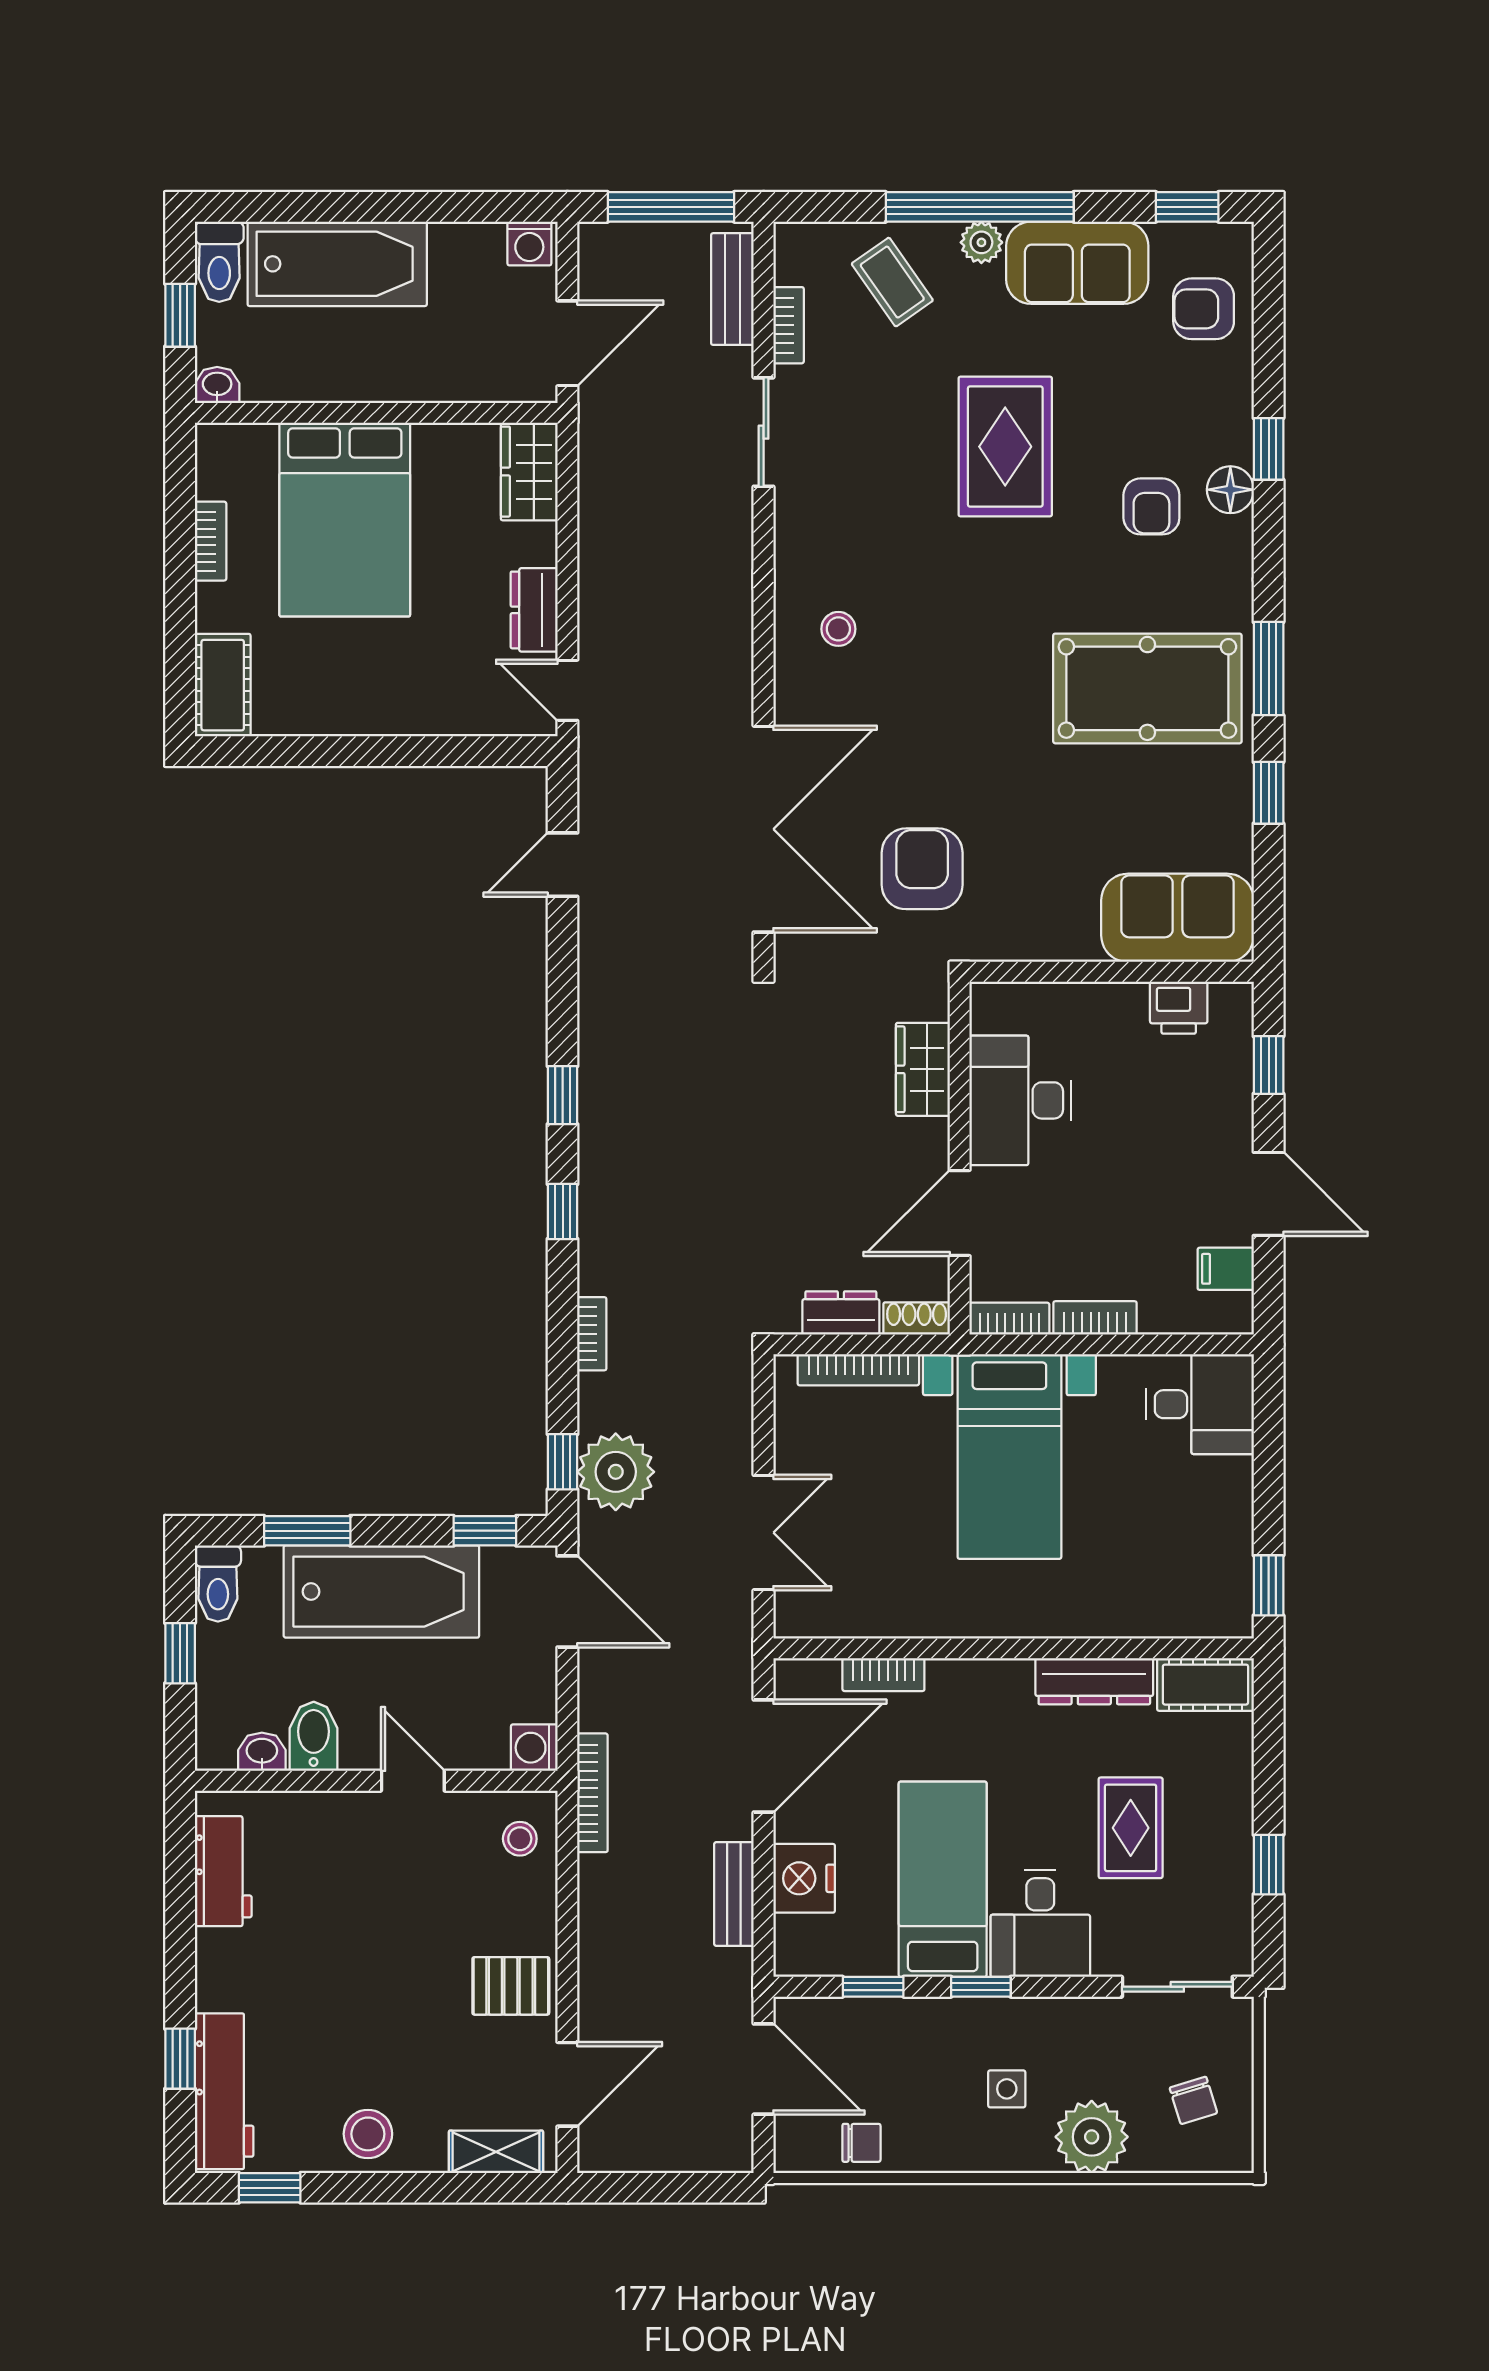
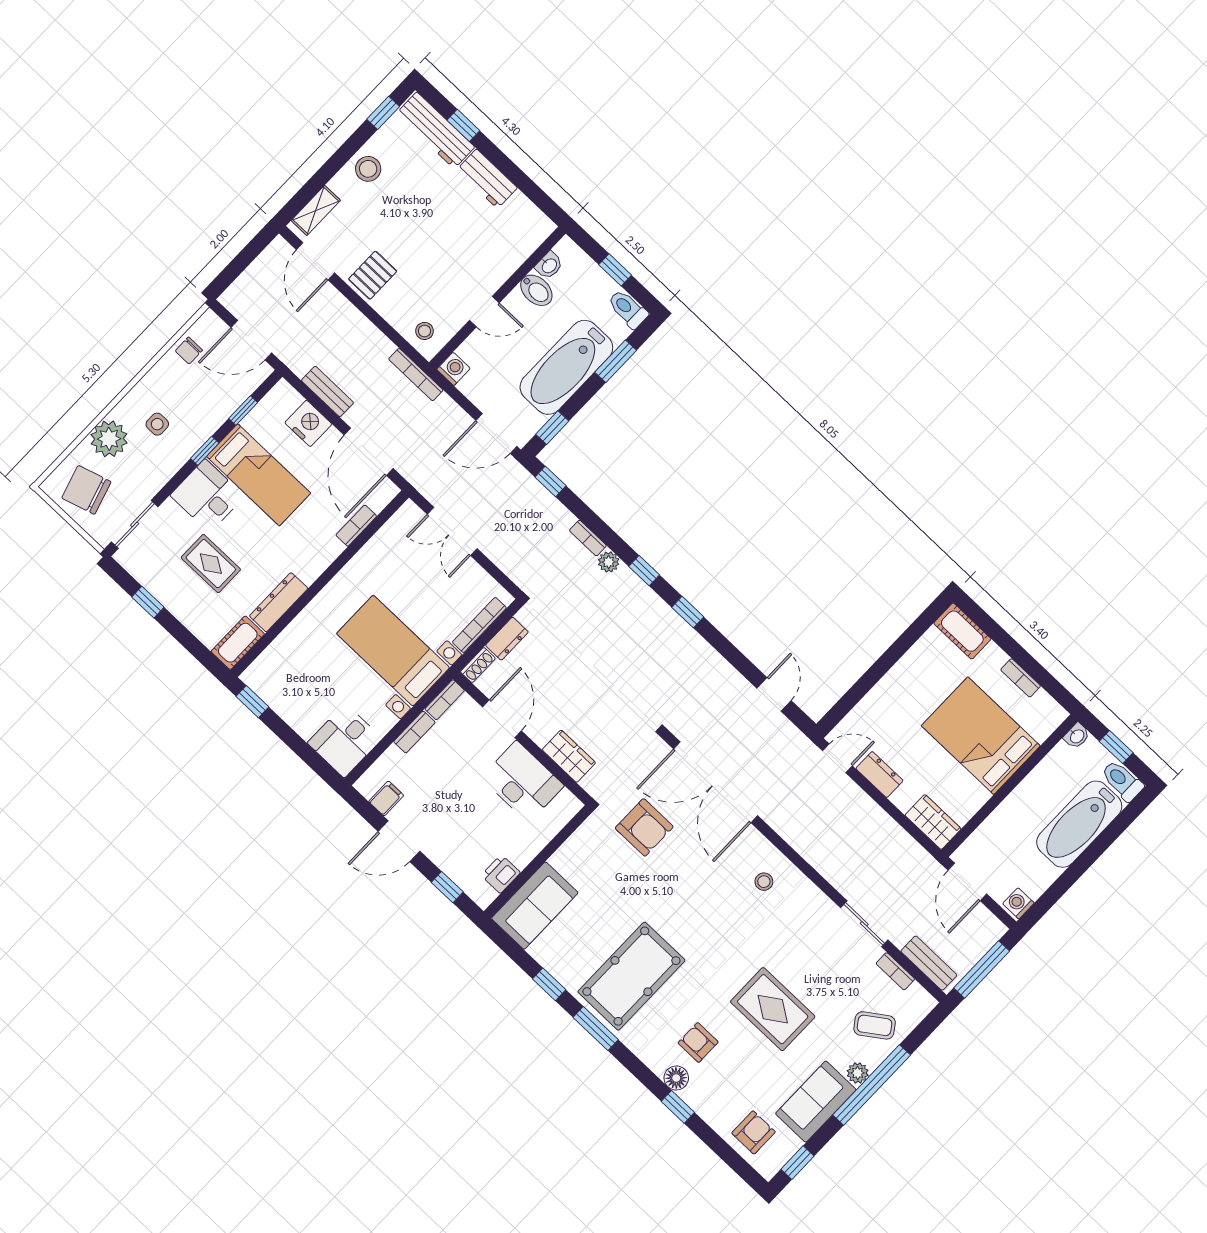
plant: (616, 1472) -> (609, 562), moved, width x0.53, depth x0.53
workbench: (223, 1871) -> (487, 179), moved
chair: (1193, 2100) -> (86, 490), width x1.87, depth x1.87

